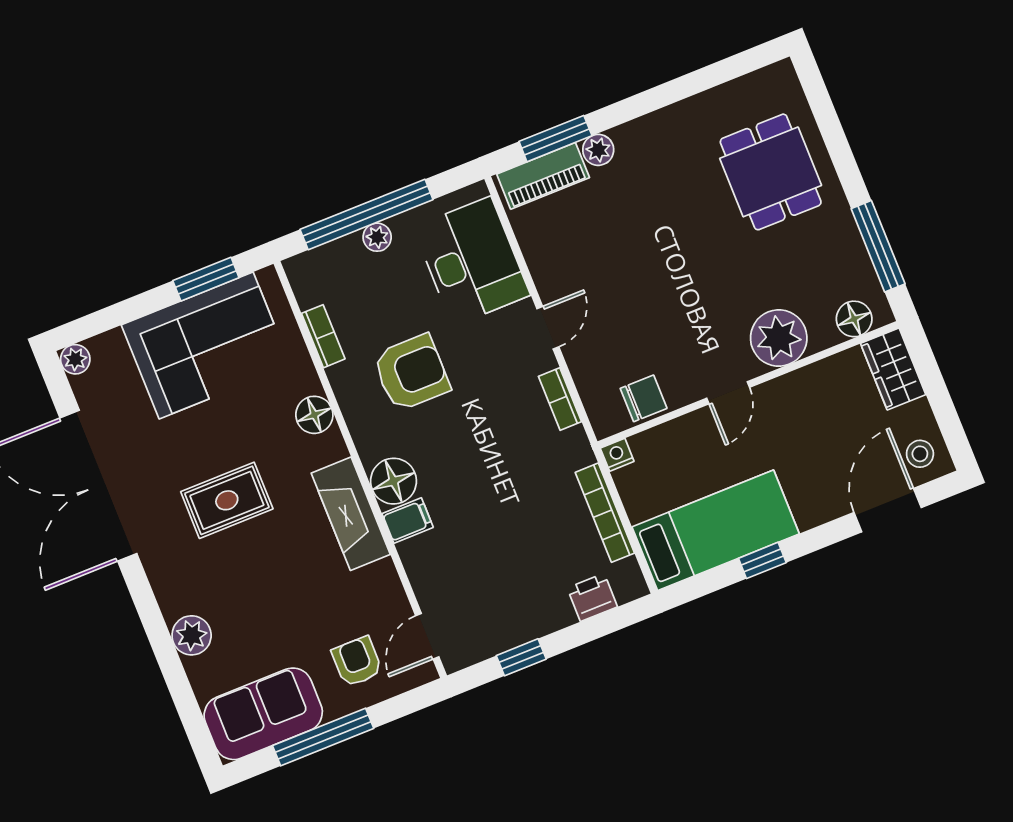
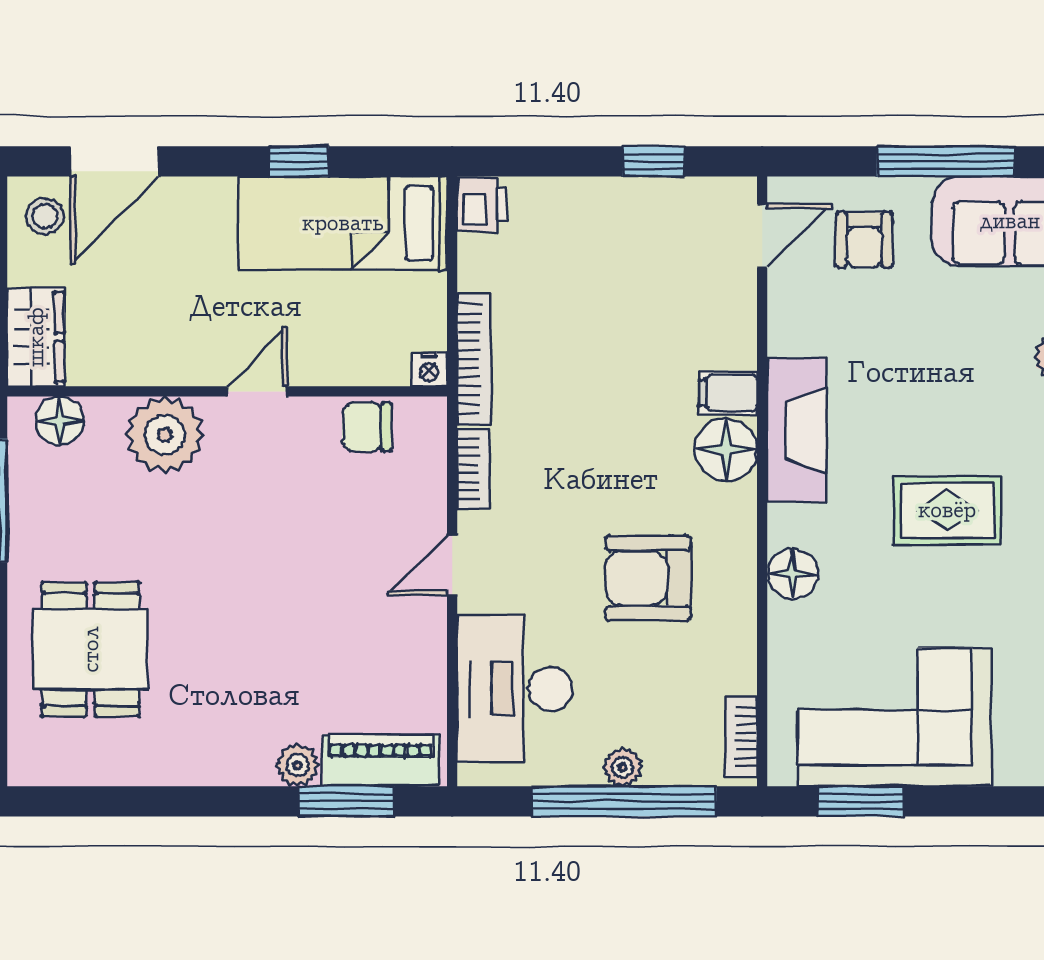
bookcase: (323, 336) -> (741, 737), moved
bookcase: (605, 513) -> (474, 359), moved
printer: (592, 597) -> (482, 204), moved, turned -90

